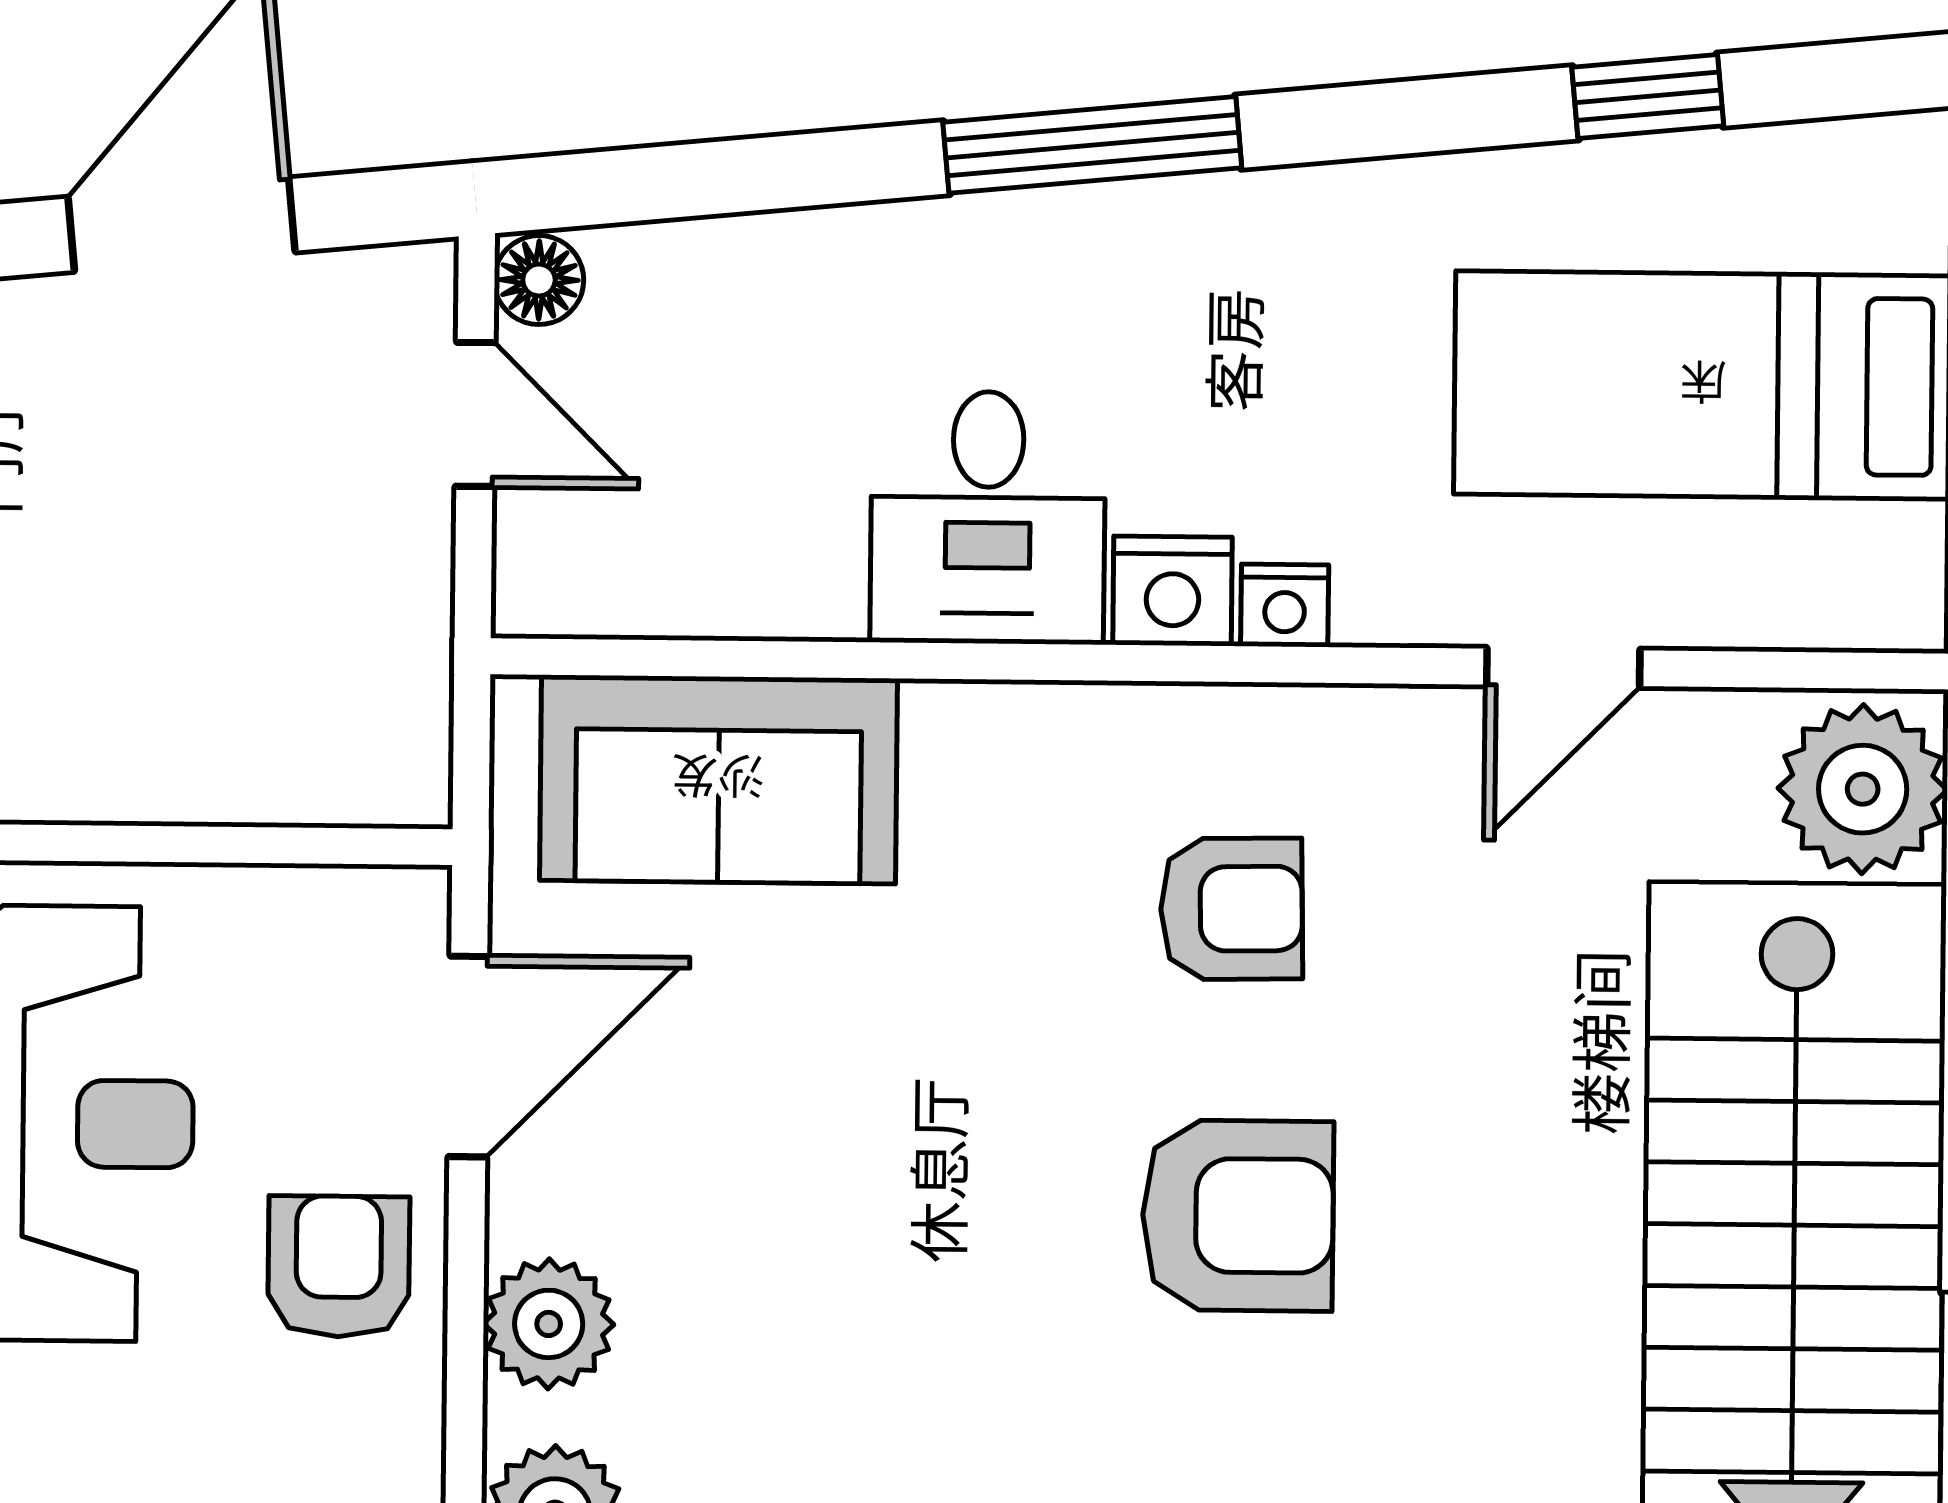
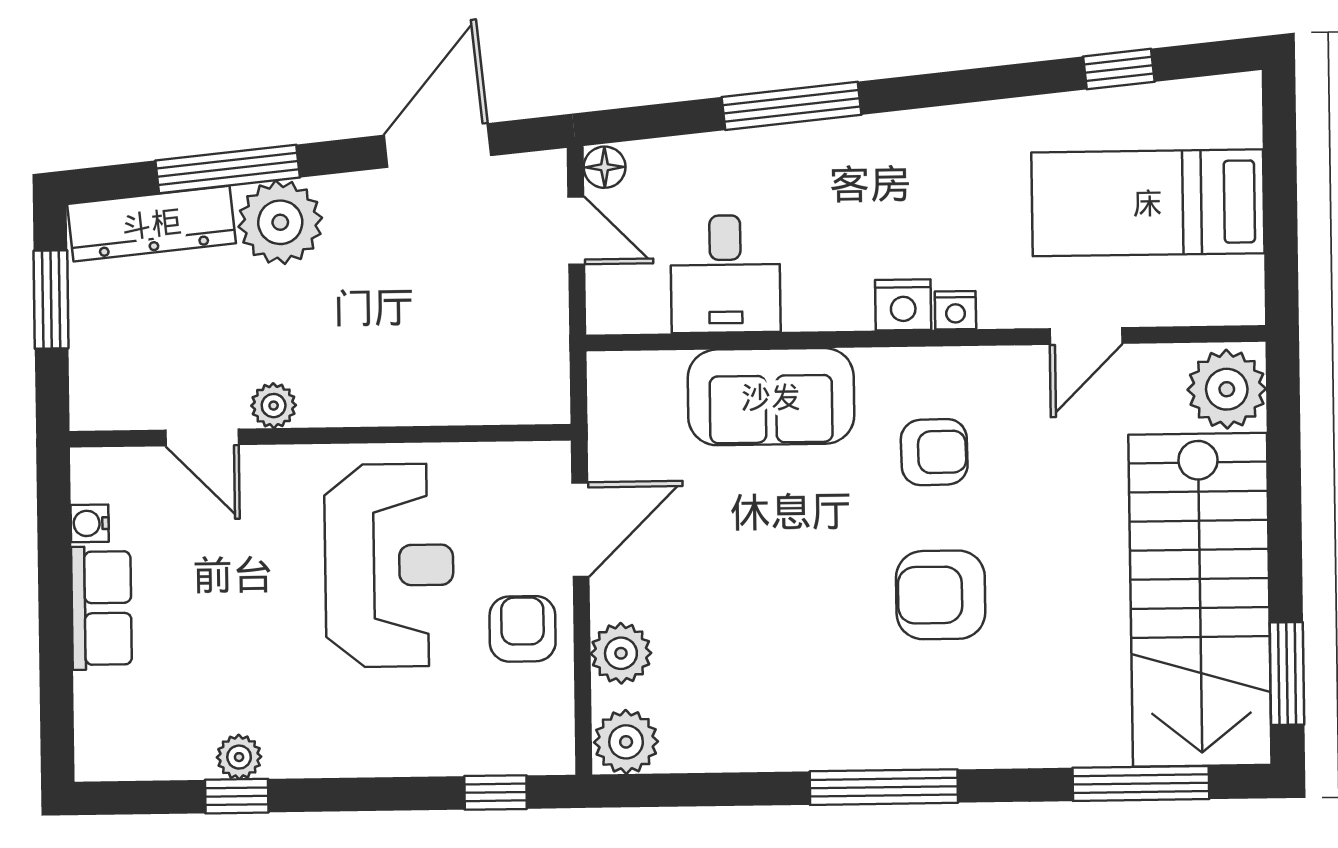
window: (1092, 145) -> (791, 106), moved
desk: (988, 518) -> (725, 274), moved
sofa: (718, 779) -> (771, 397), moved
armchair: (1238, 1216) -> (941, 595), turned 180

